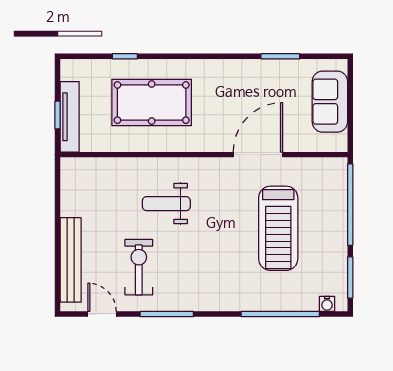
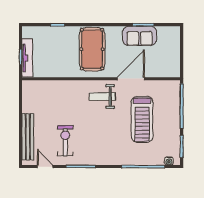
sofa: (330, 102) -> (140, 36), moved, turned -90
pool table: (152, 103) -> (92, 49), moved, turned 90
weight bench: (166, 204) -> (102, 96), moved

